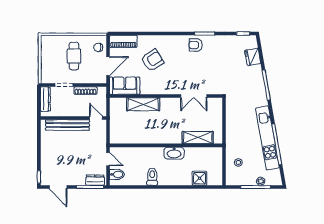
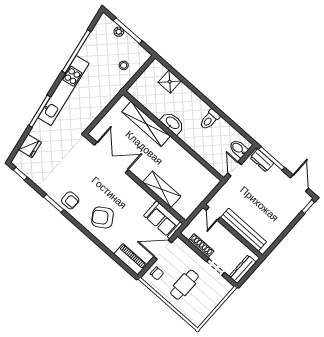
armchair: (152, 60) -> (103, 217), moved
double door: (194, 96) -> (111, 157), width x1.37
shelving: (198, 138) -> (146, 124), width x1.47
kitchen unit: (267, 138) -> (63, 91), moved

